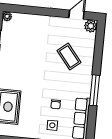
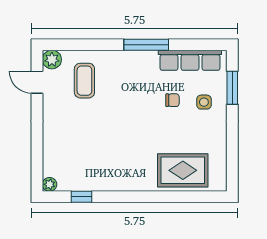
coffee table: (69, 57) -> (84, 81), moved, turned -51

